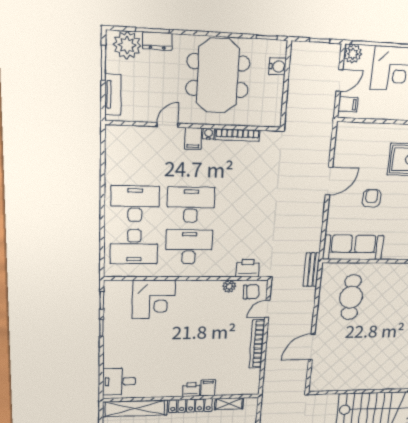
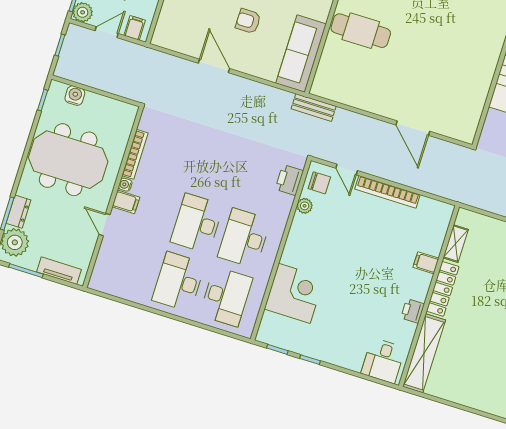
door: (340, 80) -> (107, 32), hinge flipped
chair: (251, 292) -> (319, 183), turned 93
cafe table: (351, 297) -> (361, 31), moved
printer: (191, 390) -> (413, 311), moved

